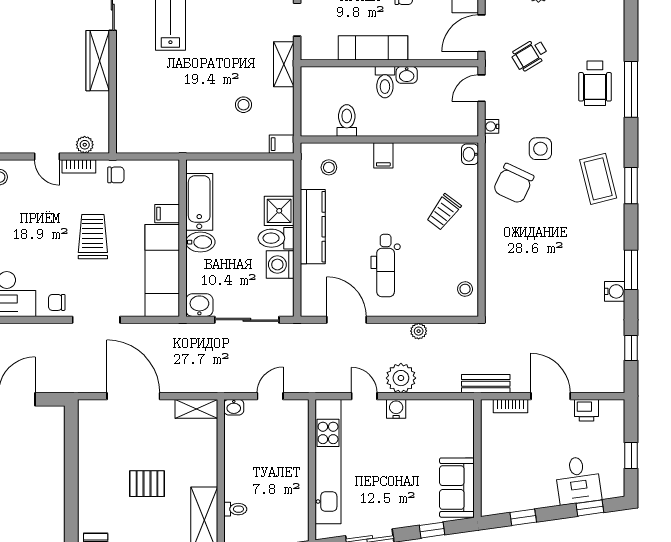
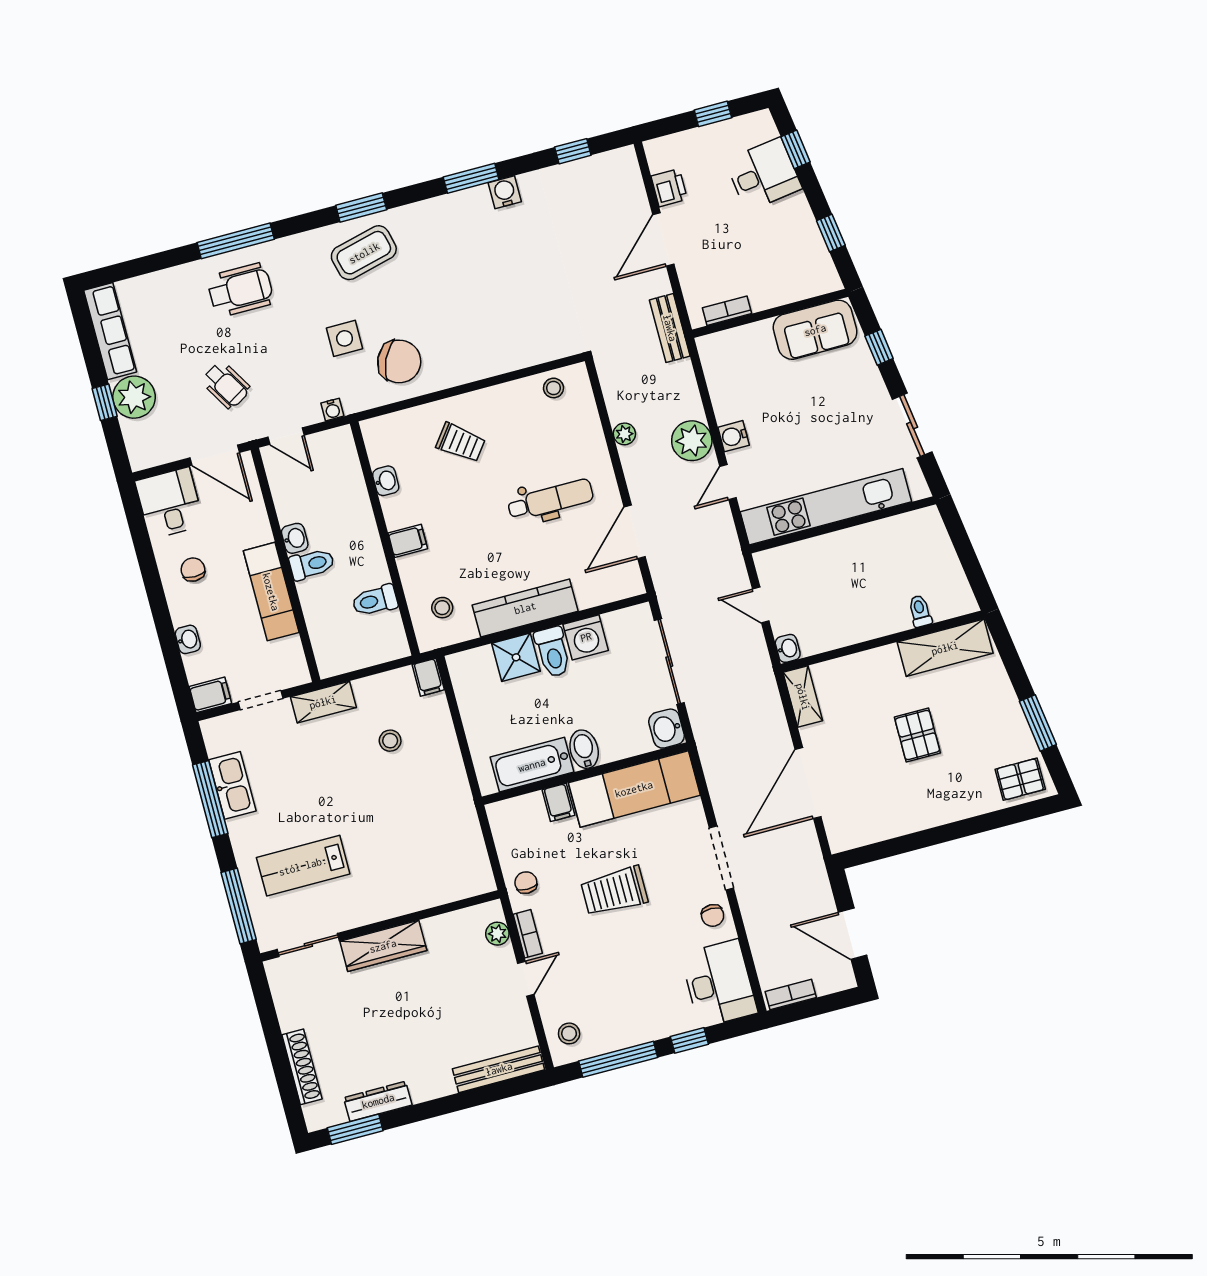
washbasin: (470, 154) -> (386, 481), moved, turned -90
bookcase: (511, 406) -> (727, 311), moved, turned -90

